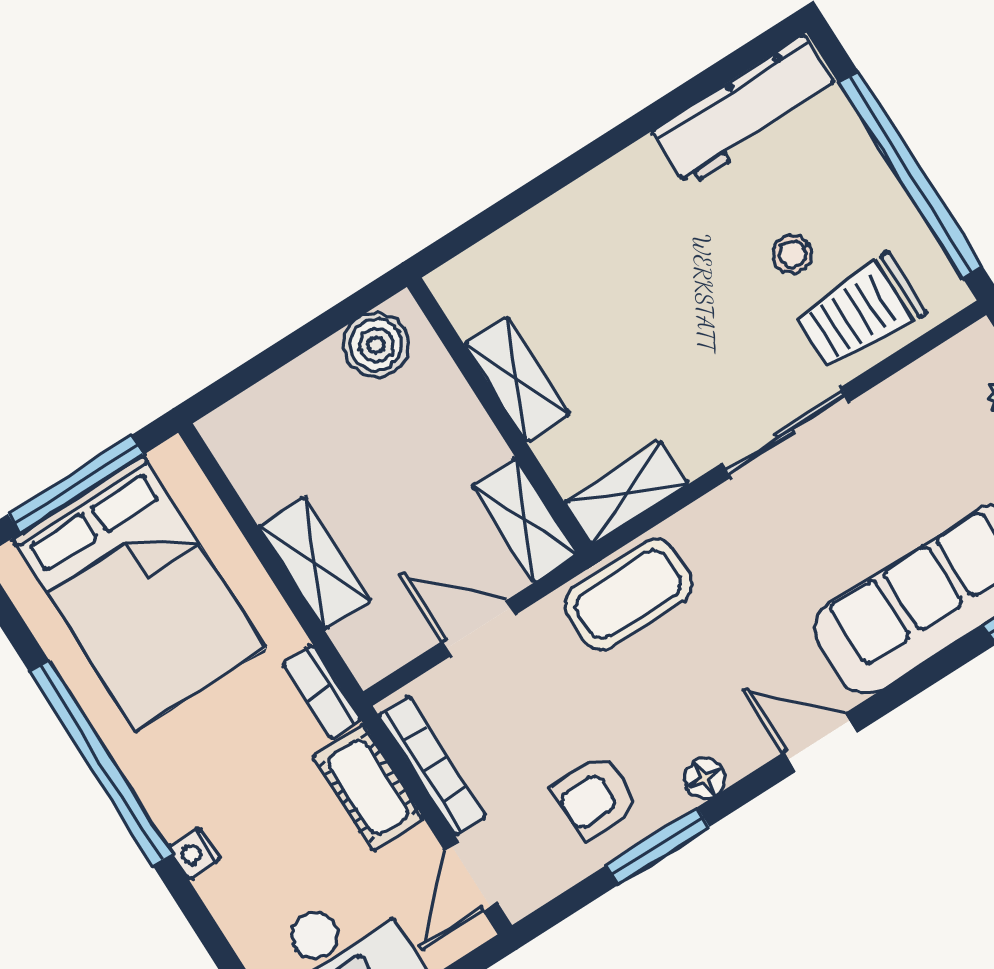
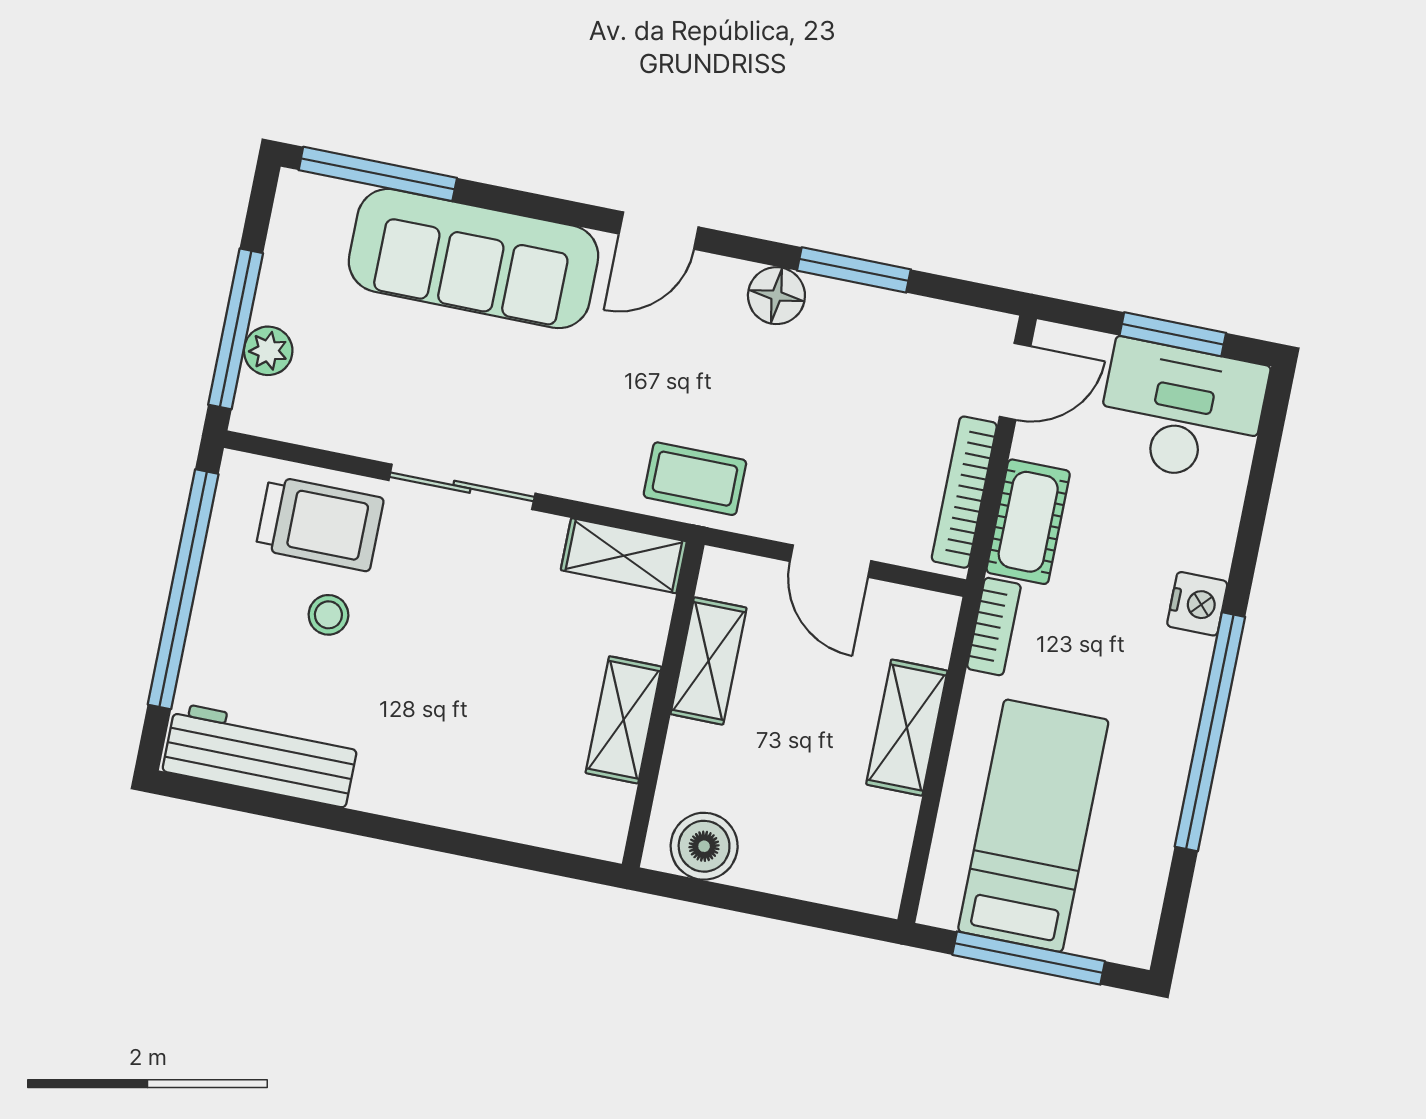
shelving: (525, 520) -> (709, 661), moved
bed: (139, 593) -> (1033, 826), width x0.67
coffee table: (629, 594) -> (695, 479), width x0.73, depth x0.77
door: (820, 743) -> (659, 231), hinge flipped
floor lamp: (705, 779) -> (776, 296), width x1.37, depth x1.37
armchair: (596, 797) -> (865, 351), removed
nightstand: (194, 853) -> (1197, 604), width x1.39, depth x1.35

